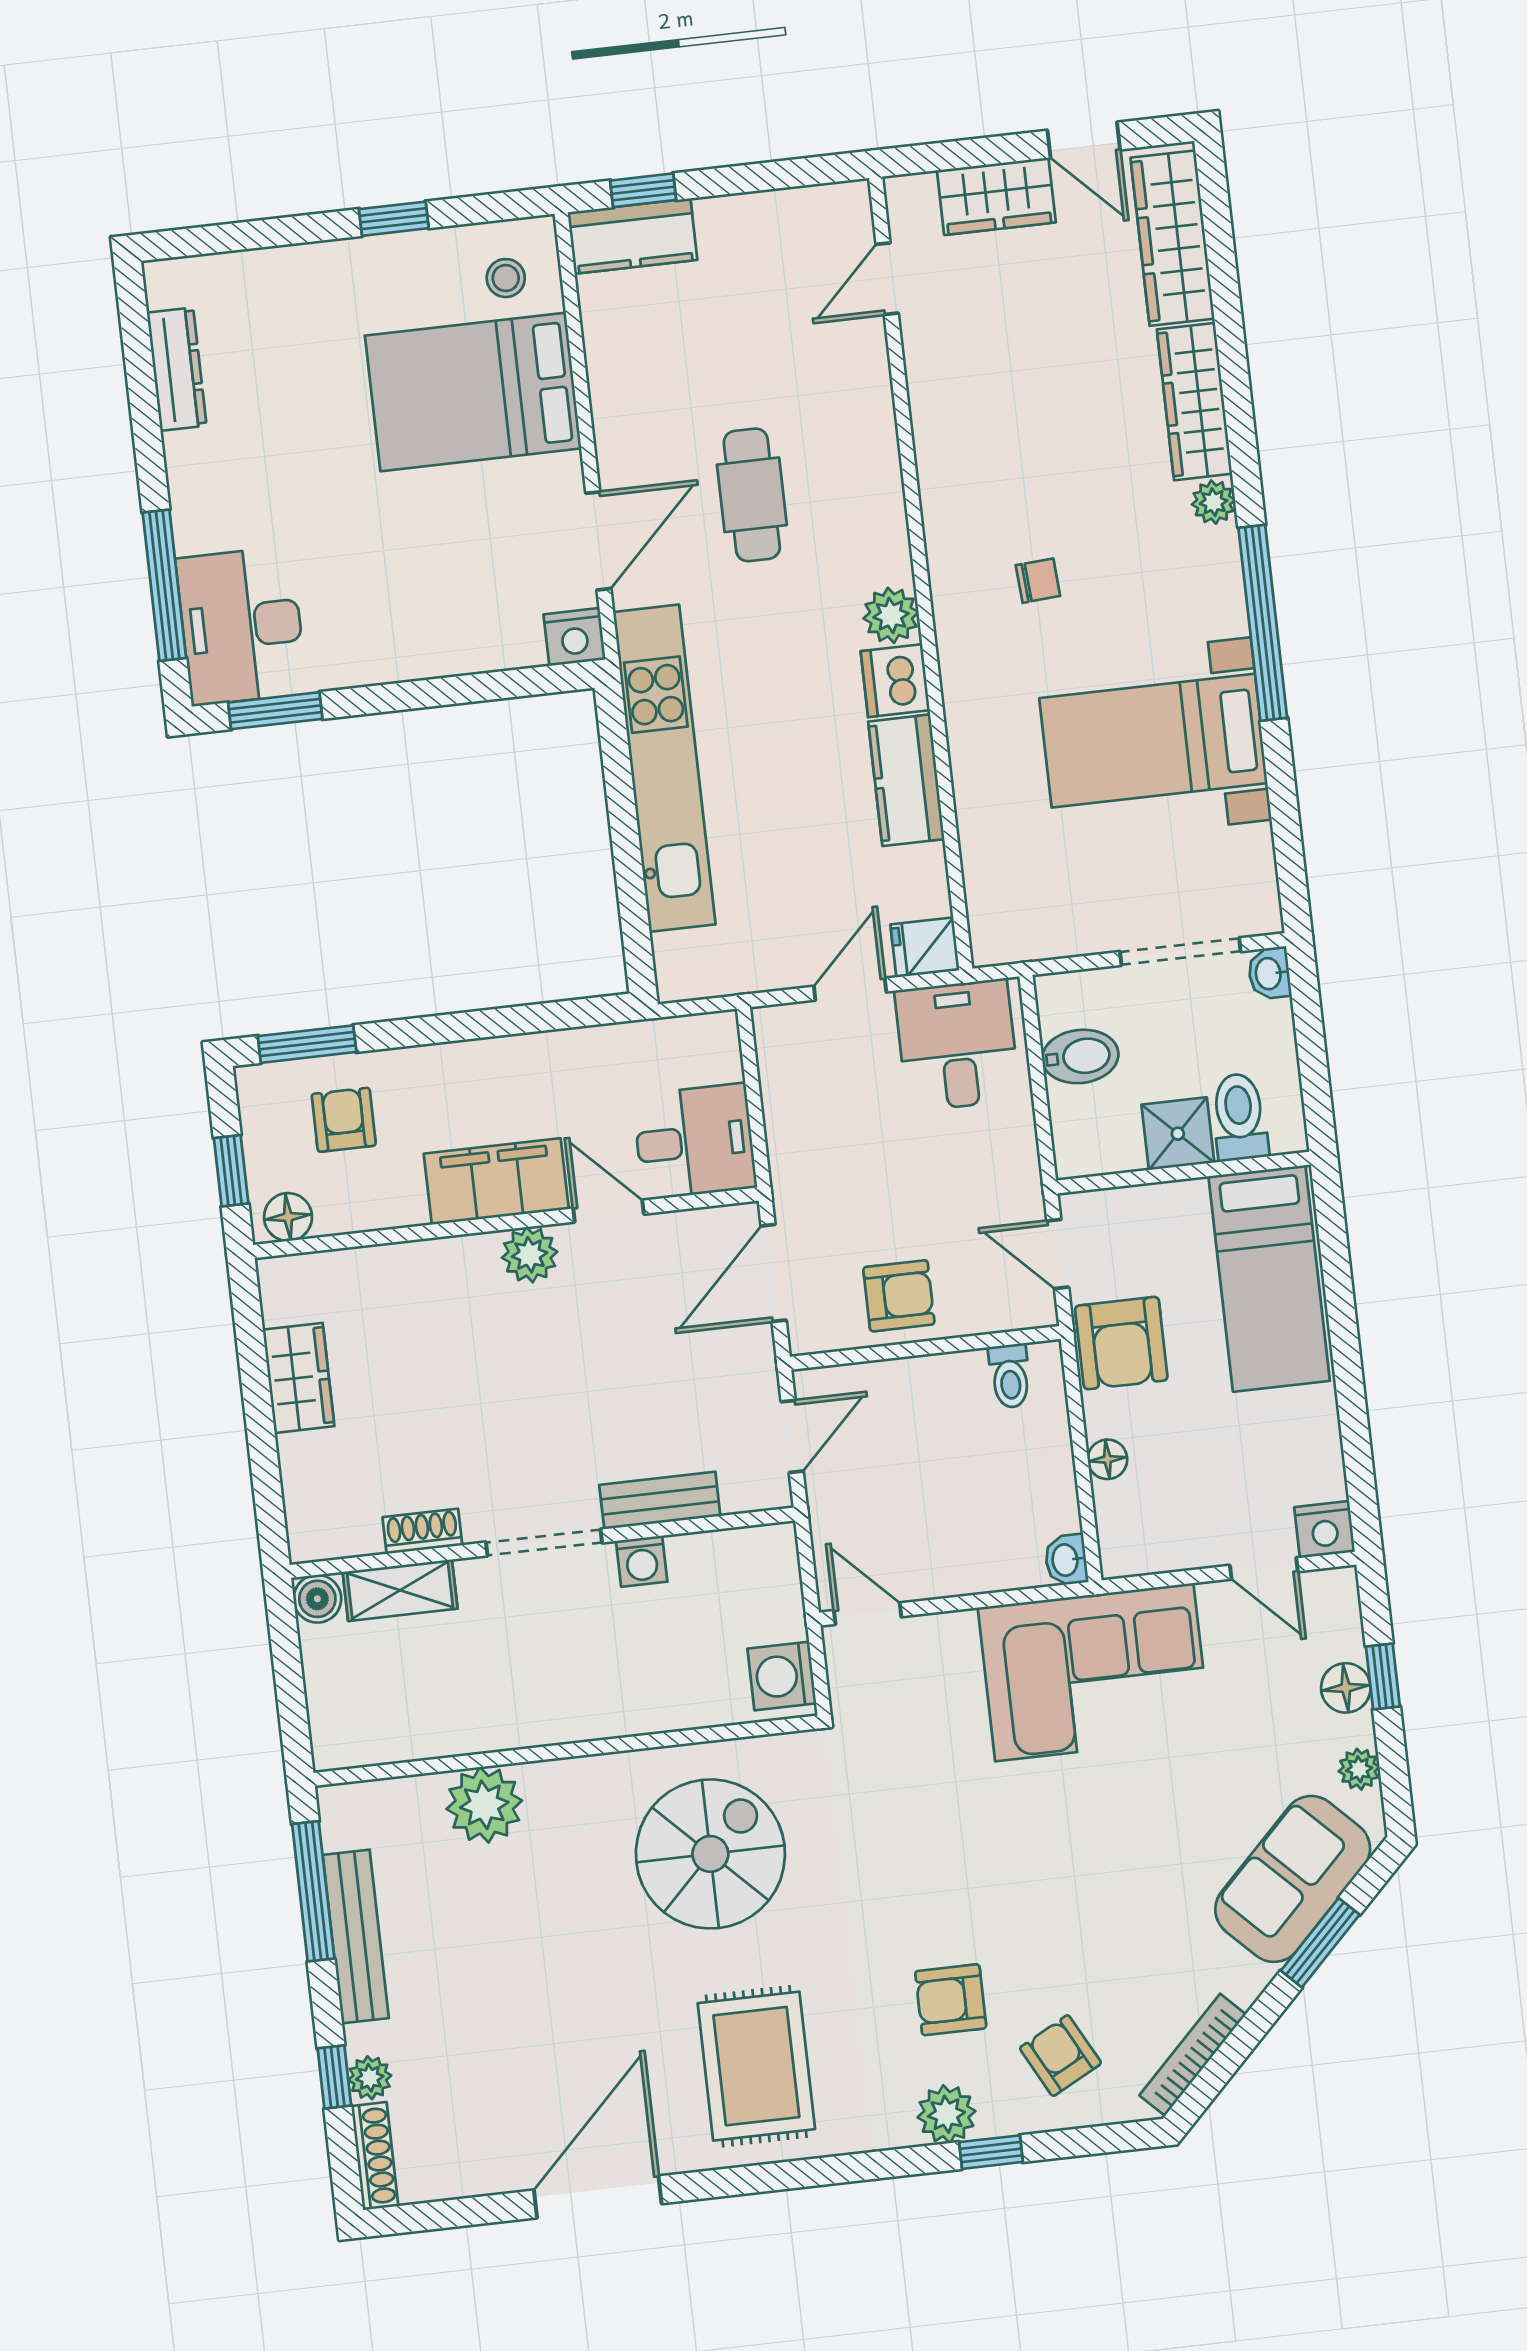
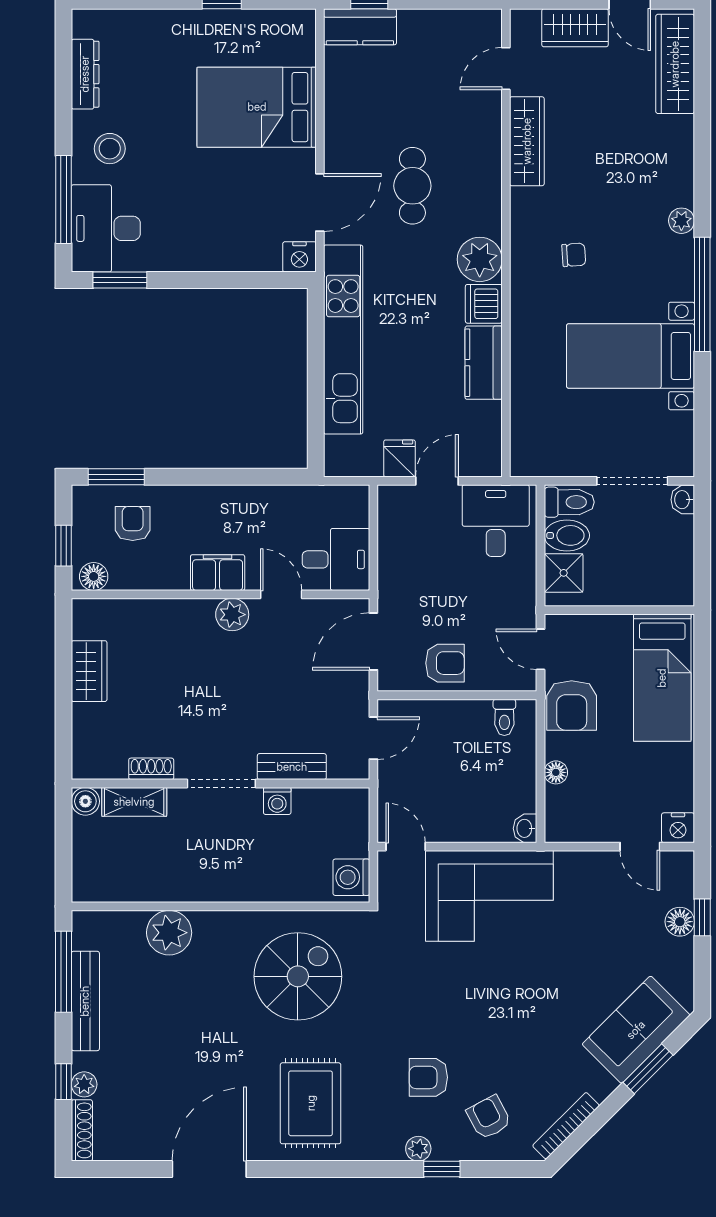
stool: (506, 278) -> (110, 149), moved, width x1.37, depth x1.37
wardrobe: (1195, 402) -> (527, 141), moved, turned 180
plant: (891, 615) -> (480, 259), width x1.36, depth x1.36
fridge: (925, 947) -> (399, 458), moved, turned 90
toilet: (1239, 1117) -> (569, 502), moved, turned 90
shower: (1178, 1134) -> (564, 573), moved
filing cabinet: (496, 1181) -> (218, 573), width x0.67, depth x0.86
corner sofa: (1094, 1672) -> (489, 896), moved
plant: (1359, 1769) -> (682, 970), removed
plant: (946, 2114) -> (418, 1149), width x0.73, depth x0.73

